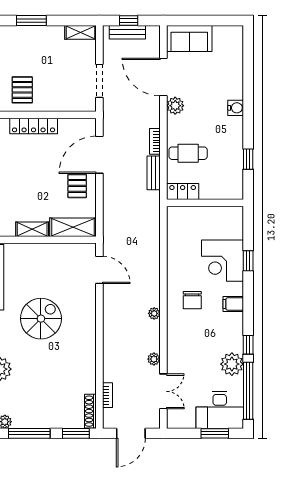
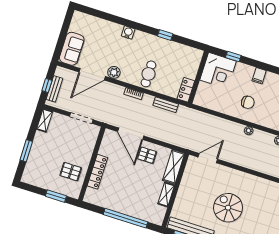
bench: (154, 173) -> (166, 105), moved
locker: (183, 192) -> (186, 90), moved
wall: (205, 203) -> (198, 77), moved
corner desk: (223, 261) -> (218, 71), moved

